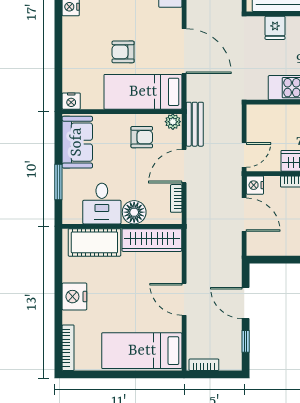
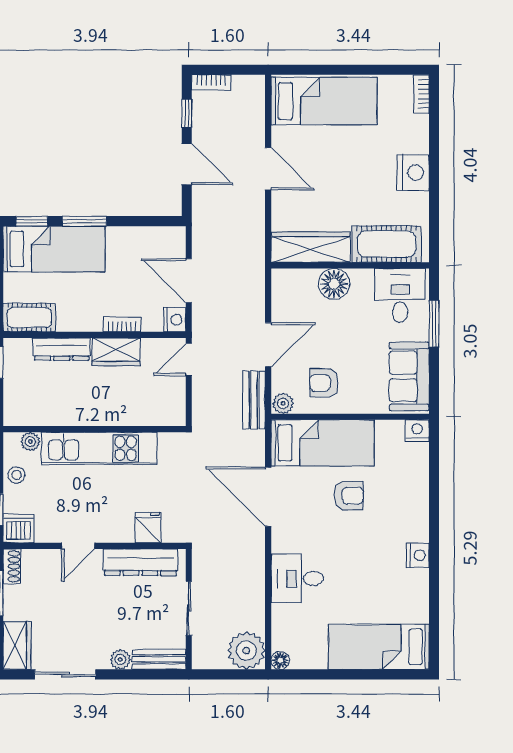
bookcase: (176, 198) -> (279, 302), removed
desk: (102, 204) -> (400, 295), moved
bookcase: (68, 348) -> (421, 94), width x0.64
bookcase: (204, 365) -> (211, 82), moved

